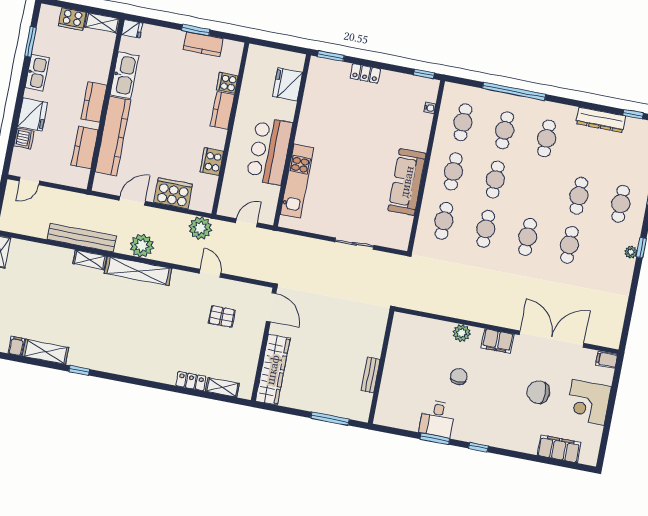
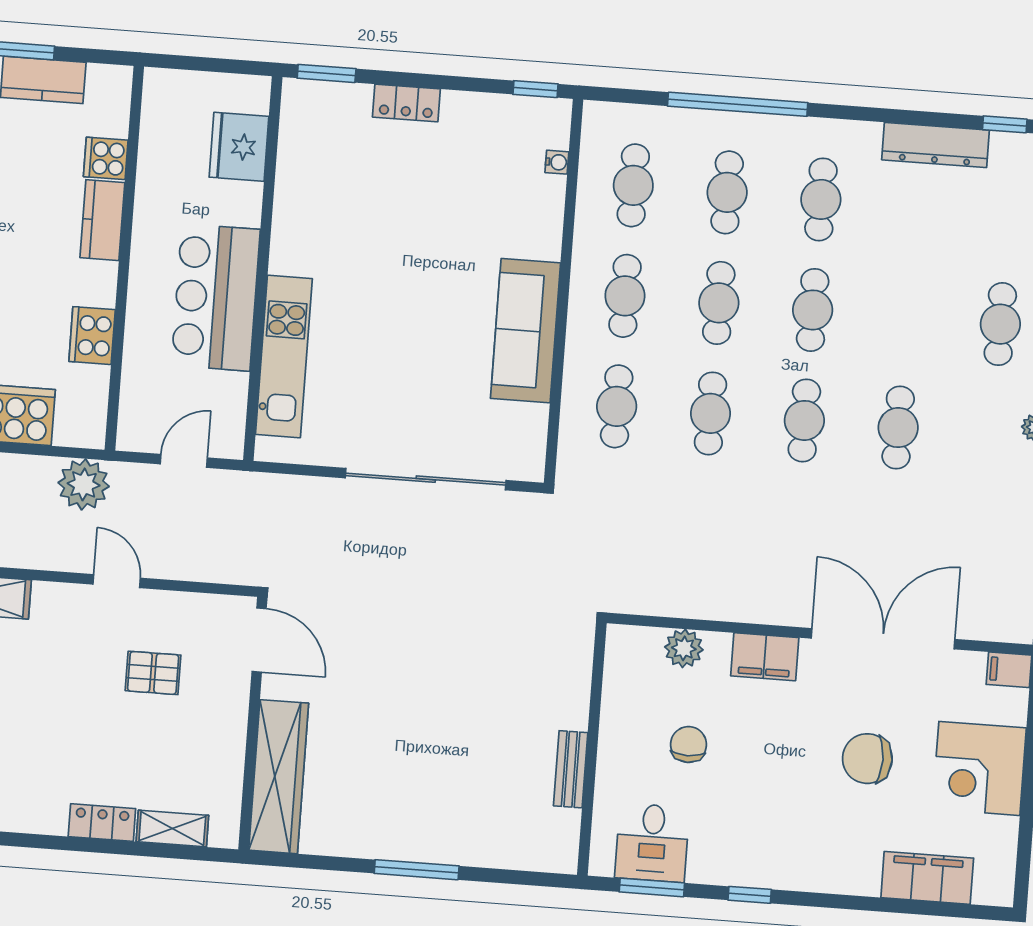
cafe table: (579, 196) -> (813, 310), moved
sliding door: (354, 244) -> (426, 479), width x1.86
wall: (381, 367) -> (592, 749), moved
bench: (370, 375) -> (571, 769), moved

